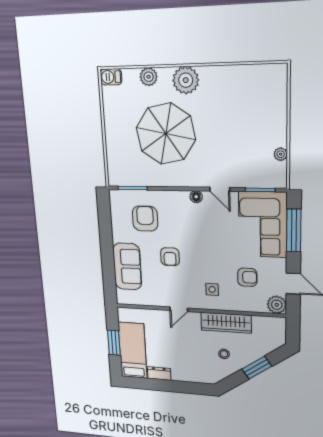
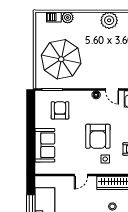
barbecue: (111, 77) -> (54, 17), moved
plant: (186, 80) -> (109, 20), moved
parasol: (166, 134) -> (61, 59), moved
armchair: (170, 257) -> (98, 136), moved, width x1.88, depth x1.88

